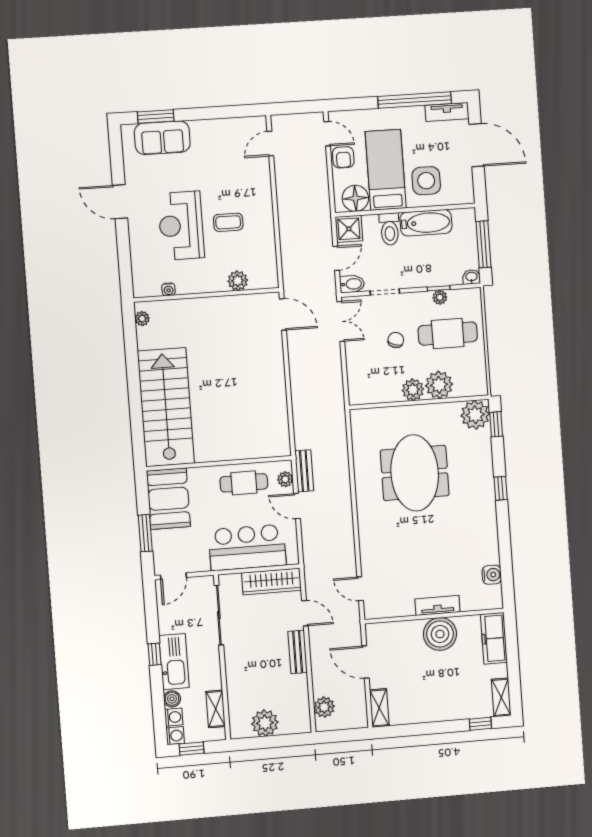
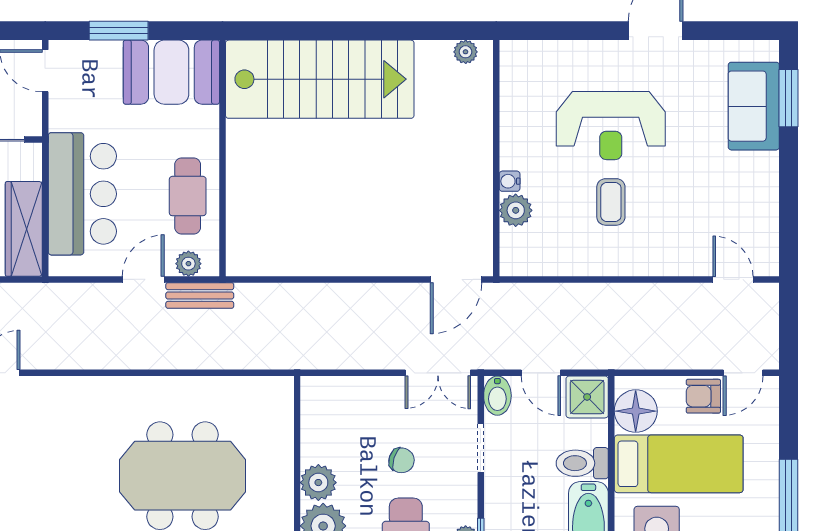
reception desk: (181, 226) -> (611, 126), turned 180
water cooler: (168, 289) -> (510, 181), moved

